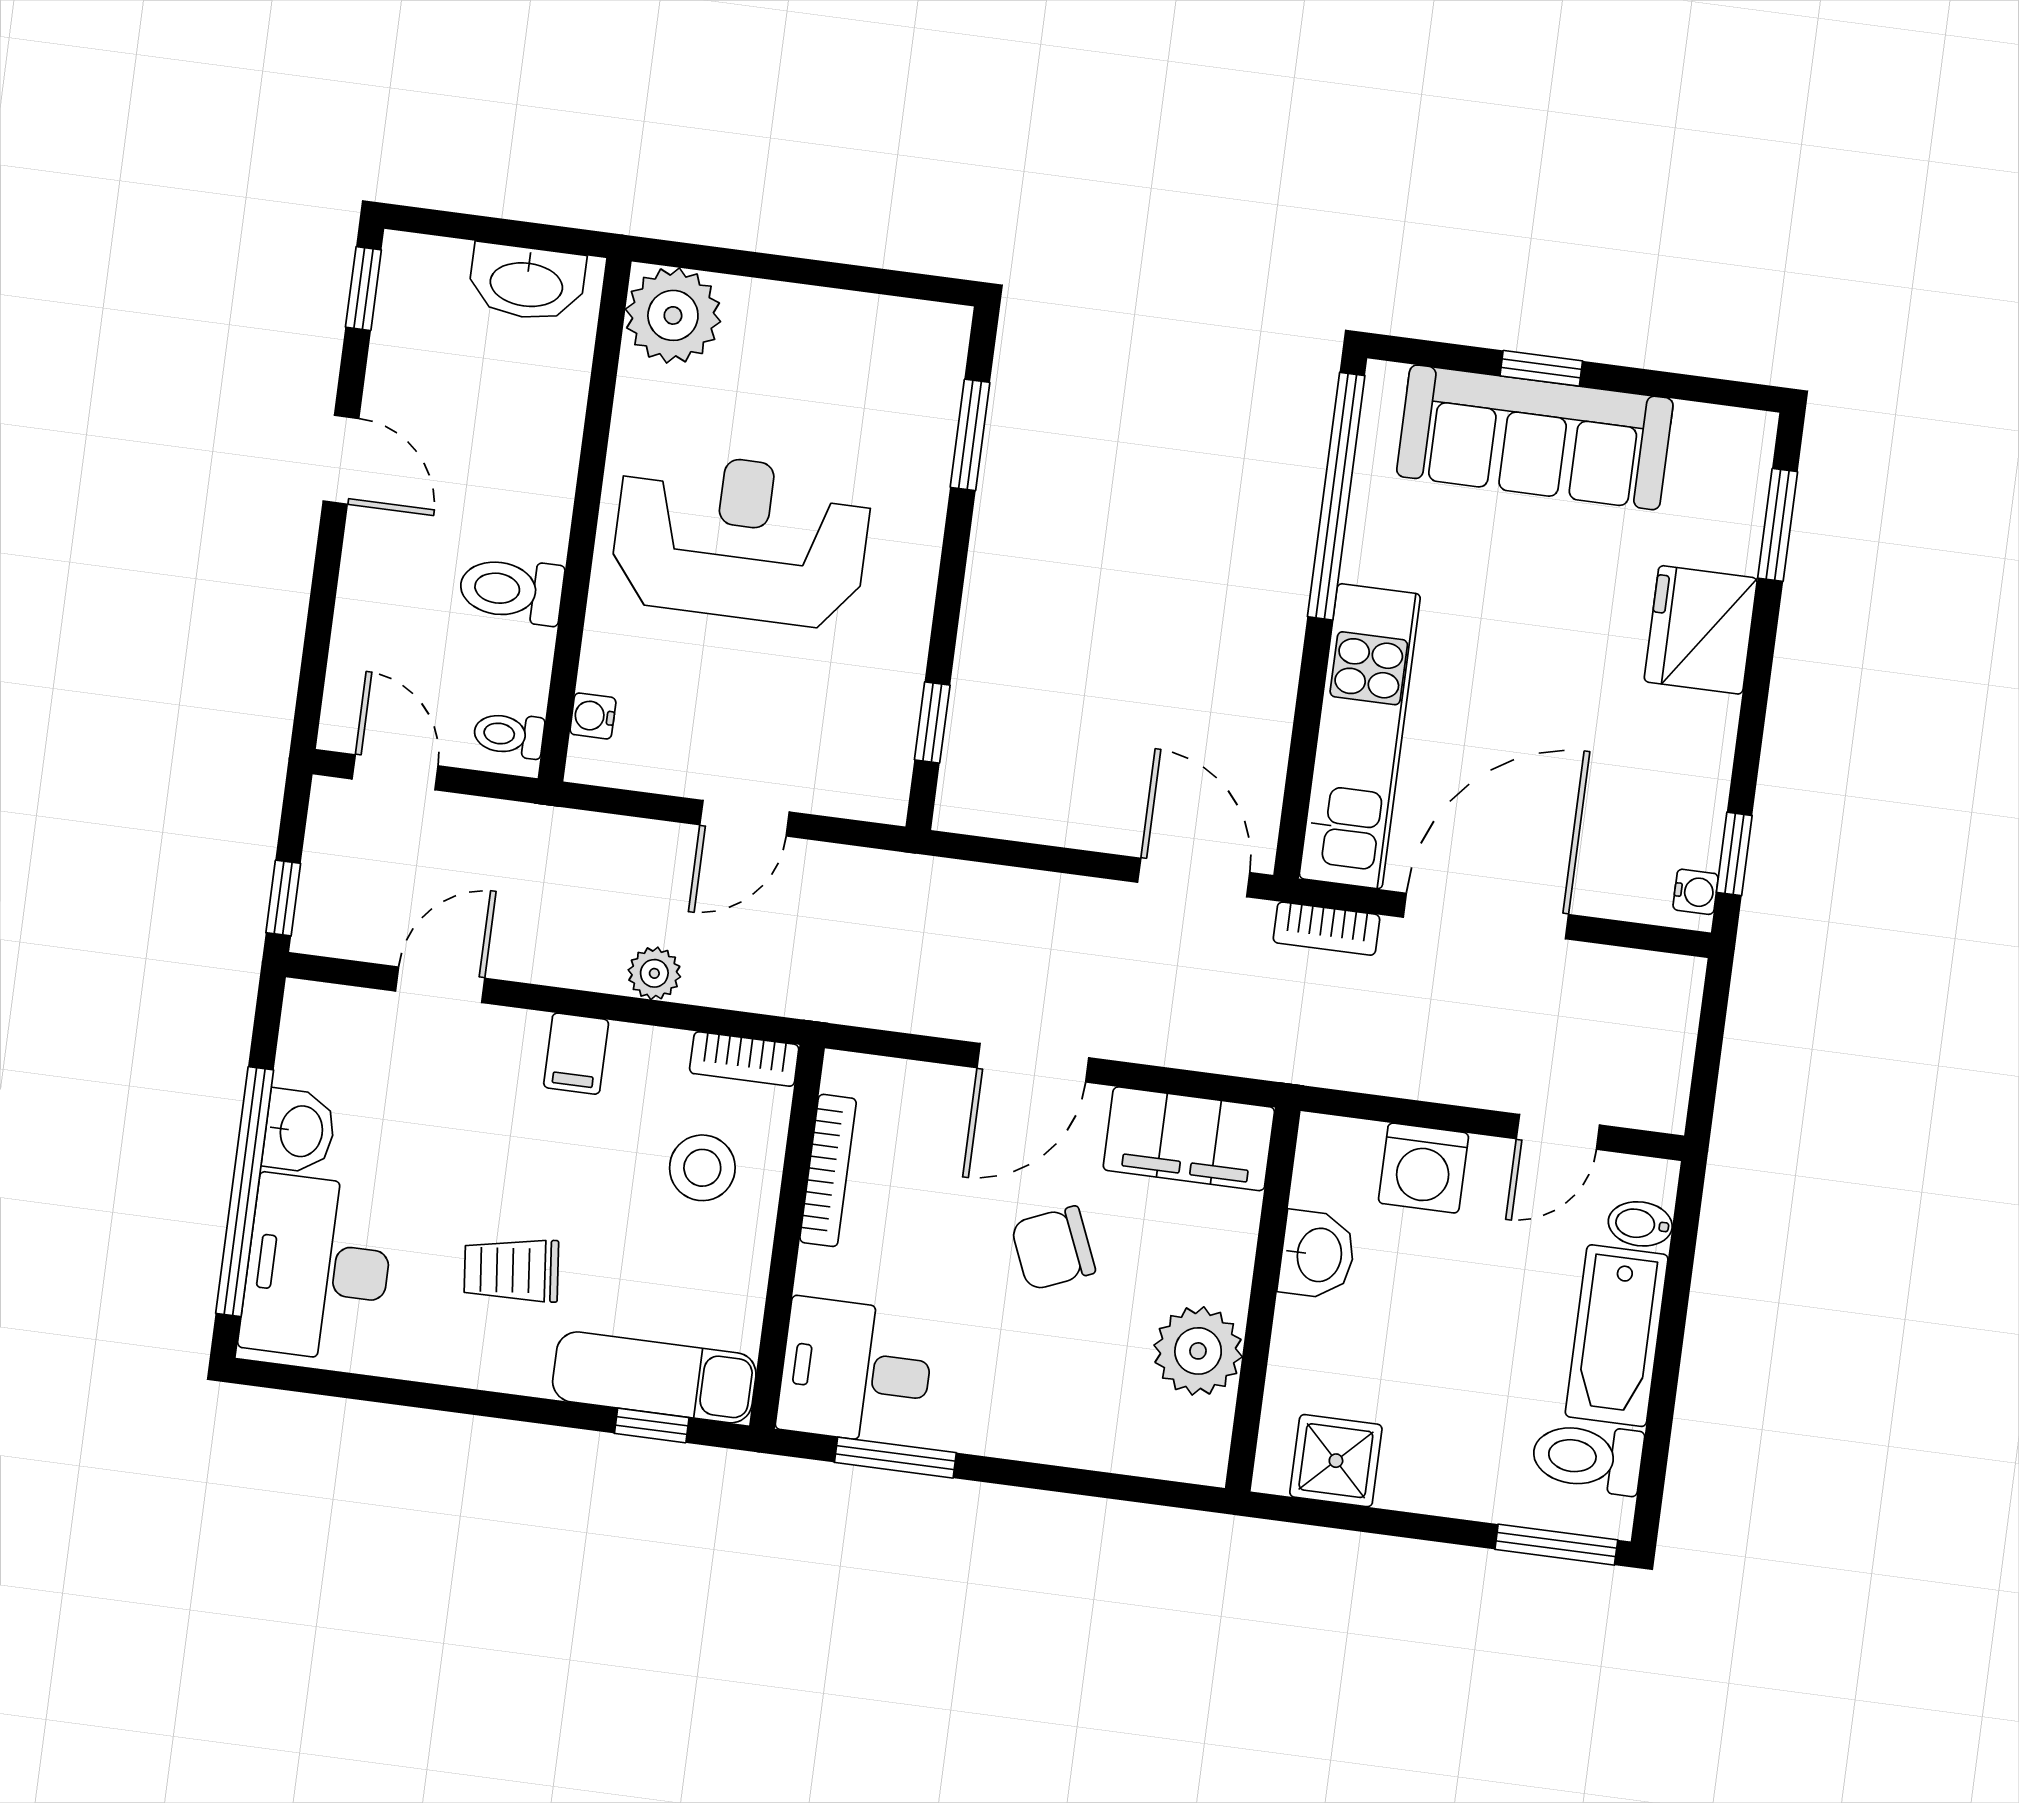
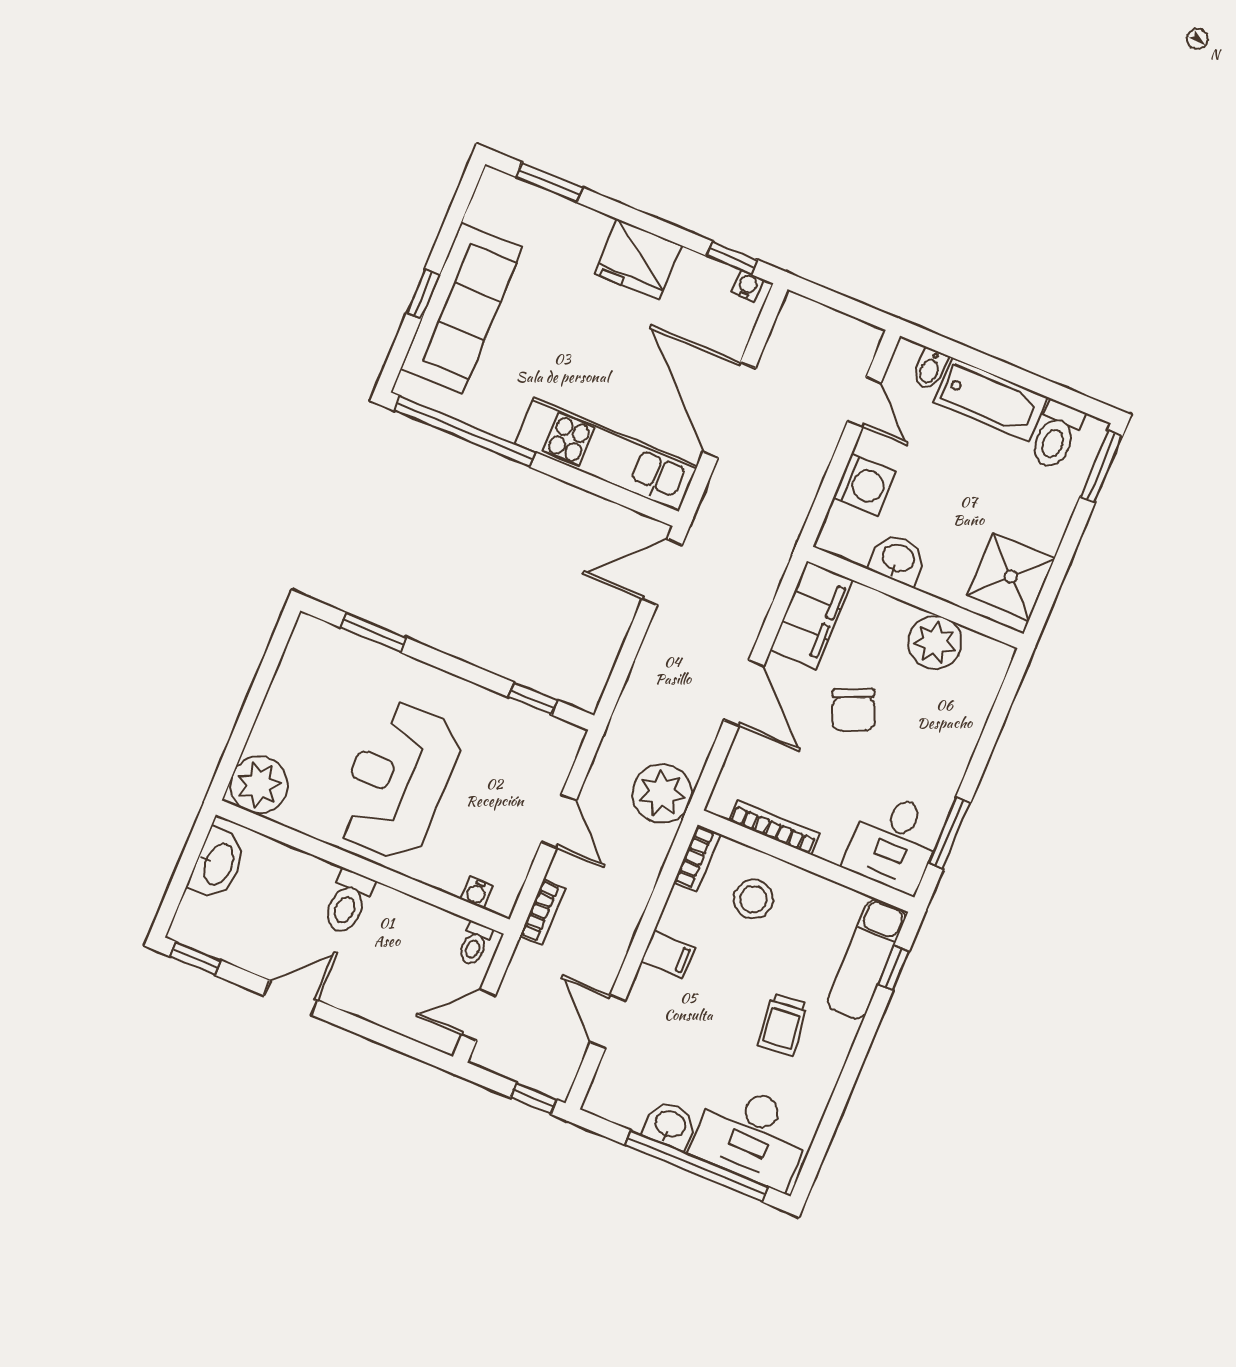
toilet: (511, 590) -> (348, 902), moved
fridge: (1701, 630) -> (638, 259), moved
bookcase: (1326, 929) -> (543, 912), moved
plant: (654, 973) -> (662, 794), moved, width x1.87, depth x1.87
shower: (1336, 1461) -> (1011, 577), width x1.36, depth x1.36

